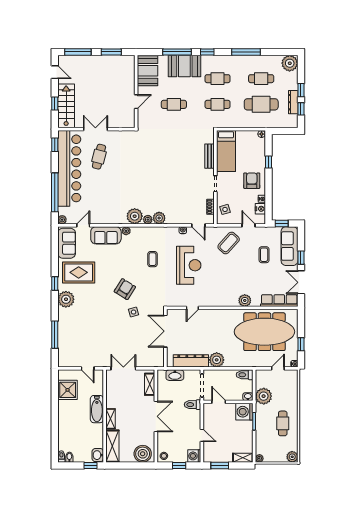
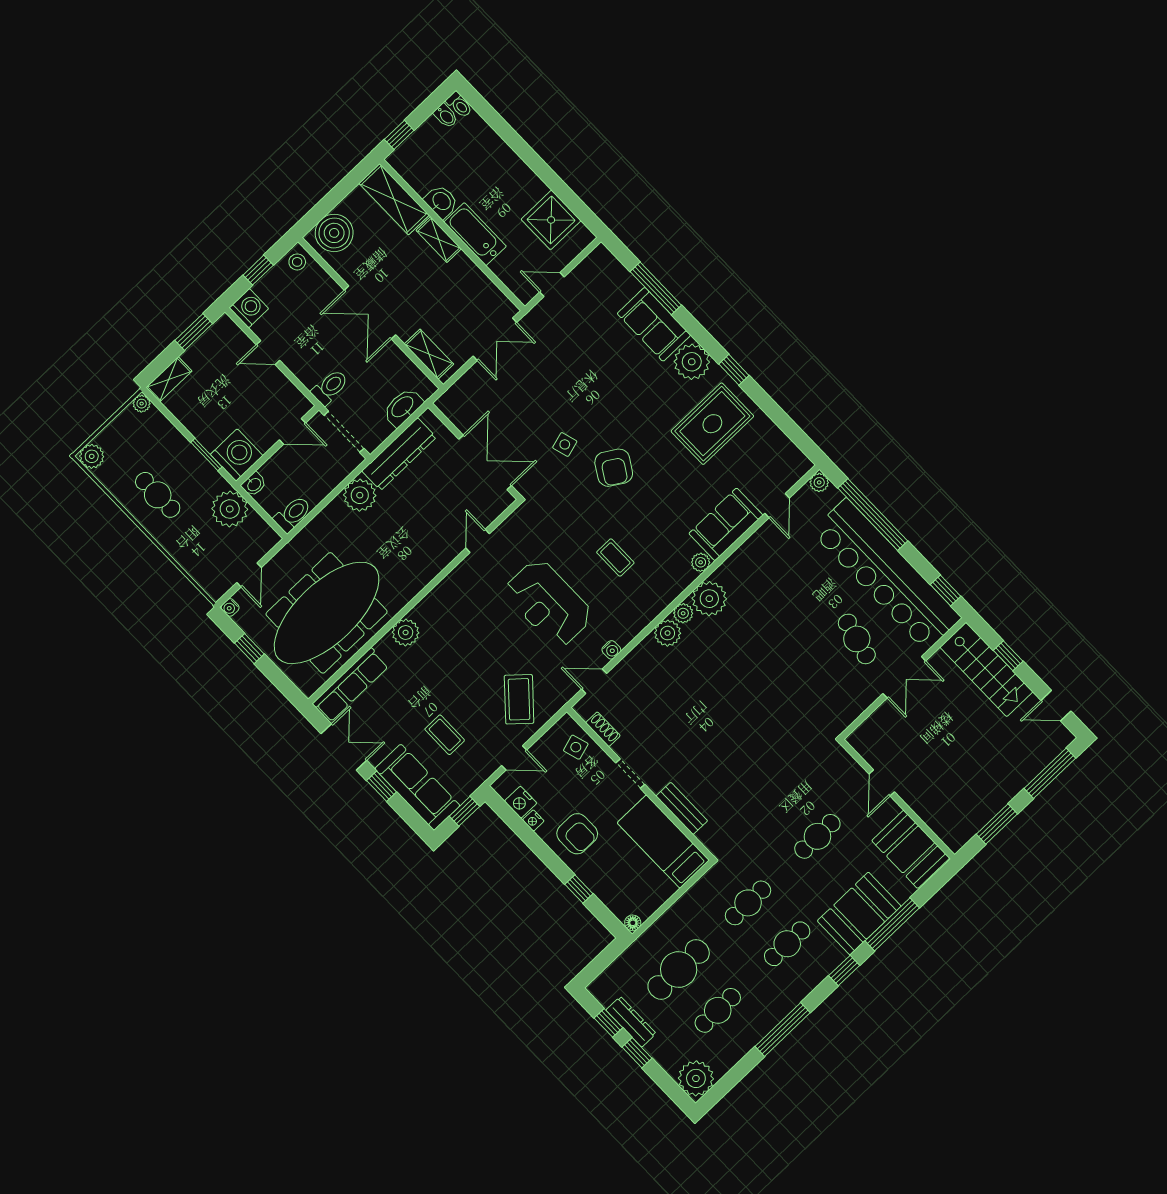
sofa: (67, 243) -> (654, 324), moved
washbasin: (98, 455) -> (441, 202), moved

